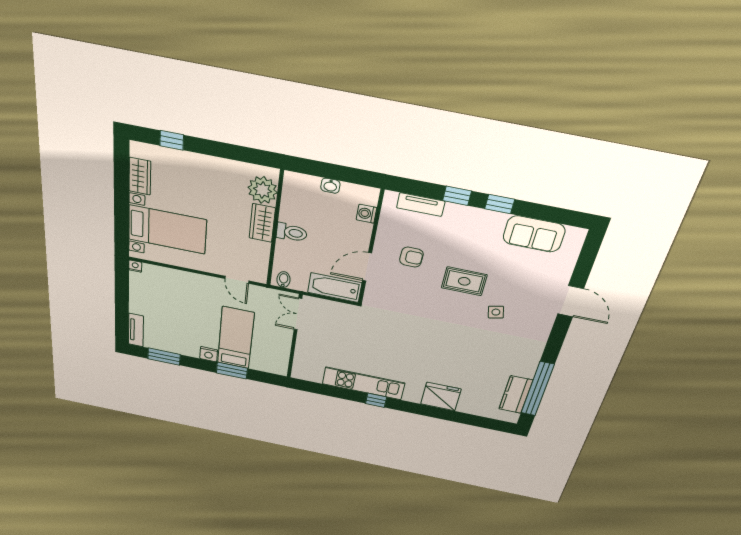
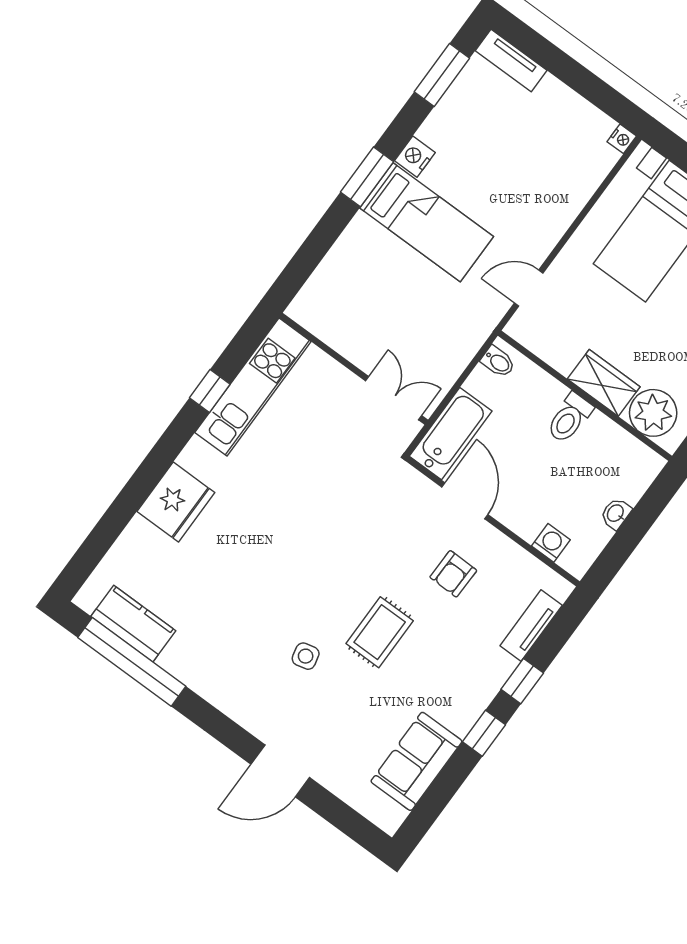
double door: (298, 314) -> (393, 398), moved
wall: (294, 337) -> (354, 369), moved

